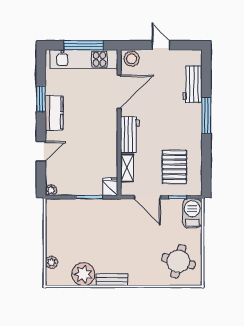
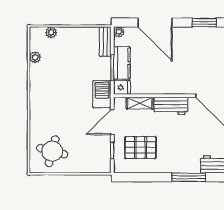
kitchen counter: (54, 113) -> (122, 63), moved, turned -90
door: (41, 151) -> (155, 23), width x1.88
barbecue: (192, 213) -> (102, 94), moved, turned -90
plant: (83, 274) -> (35, 57), width x0.53, depth x0.53
bench: (112, 280) -> (105, 42), moved

